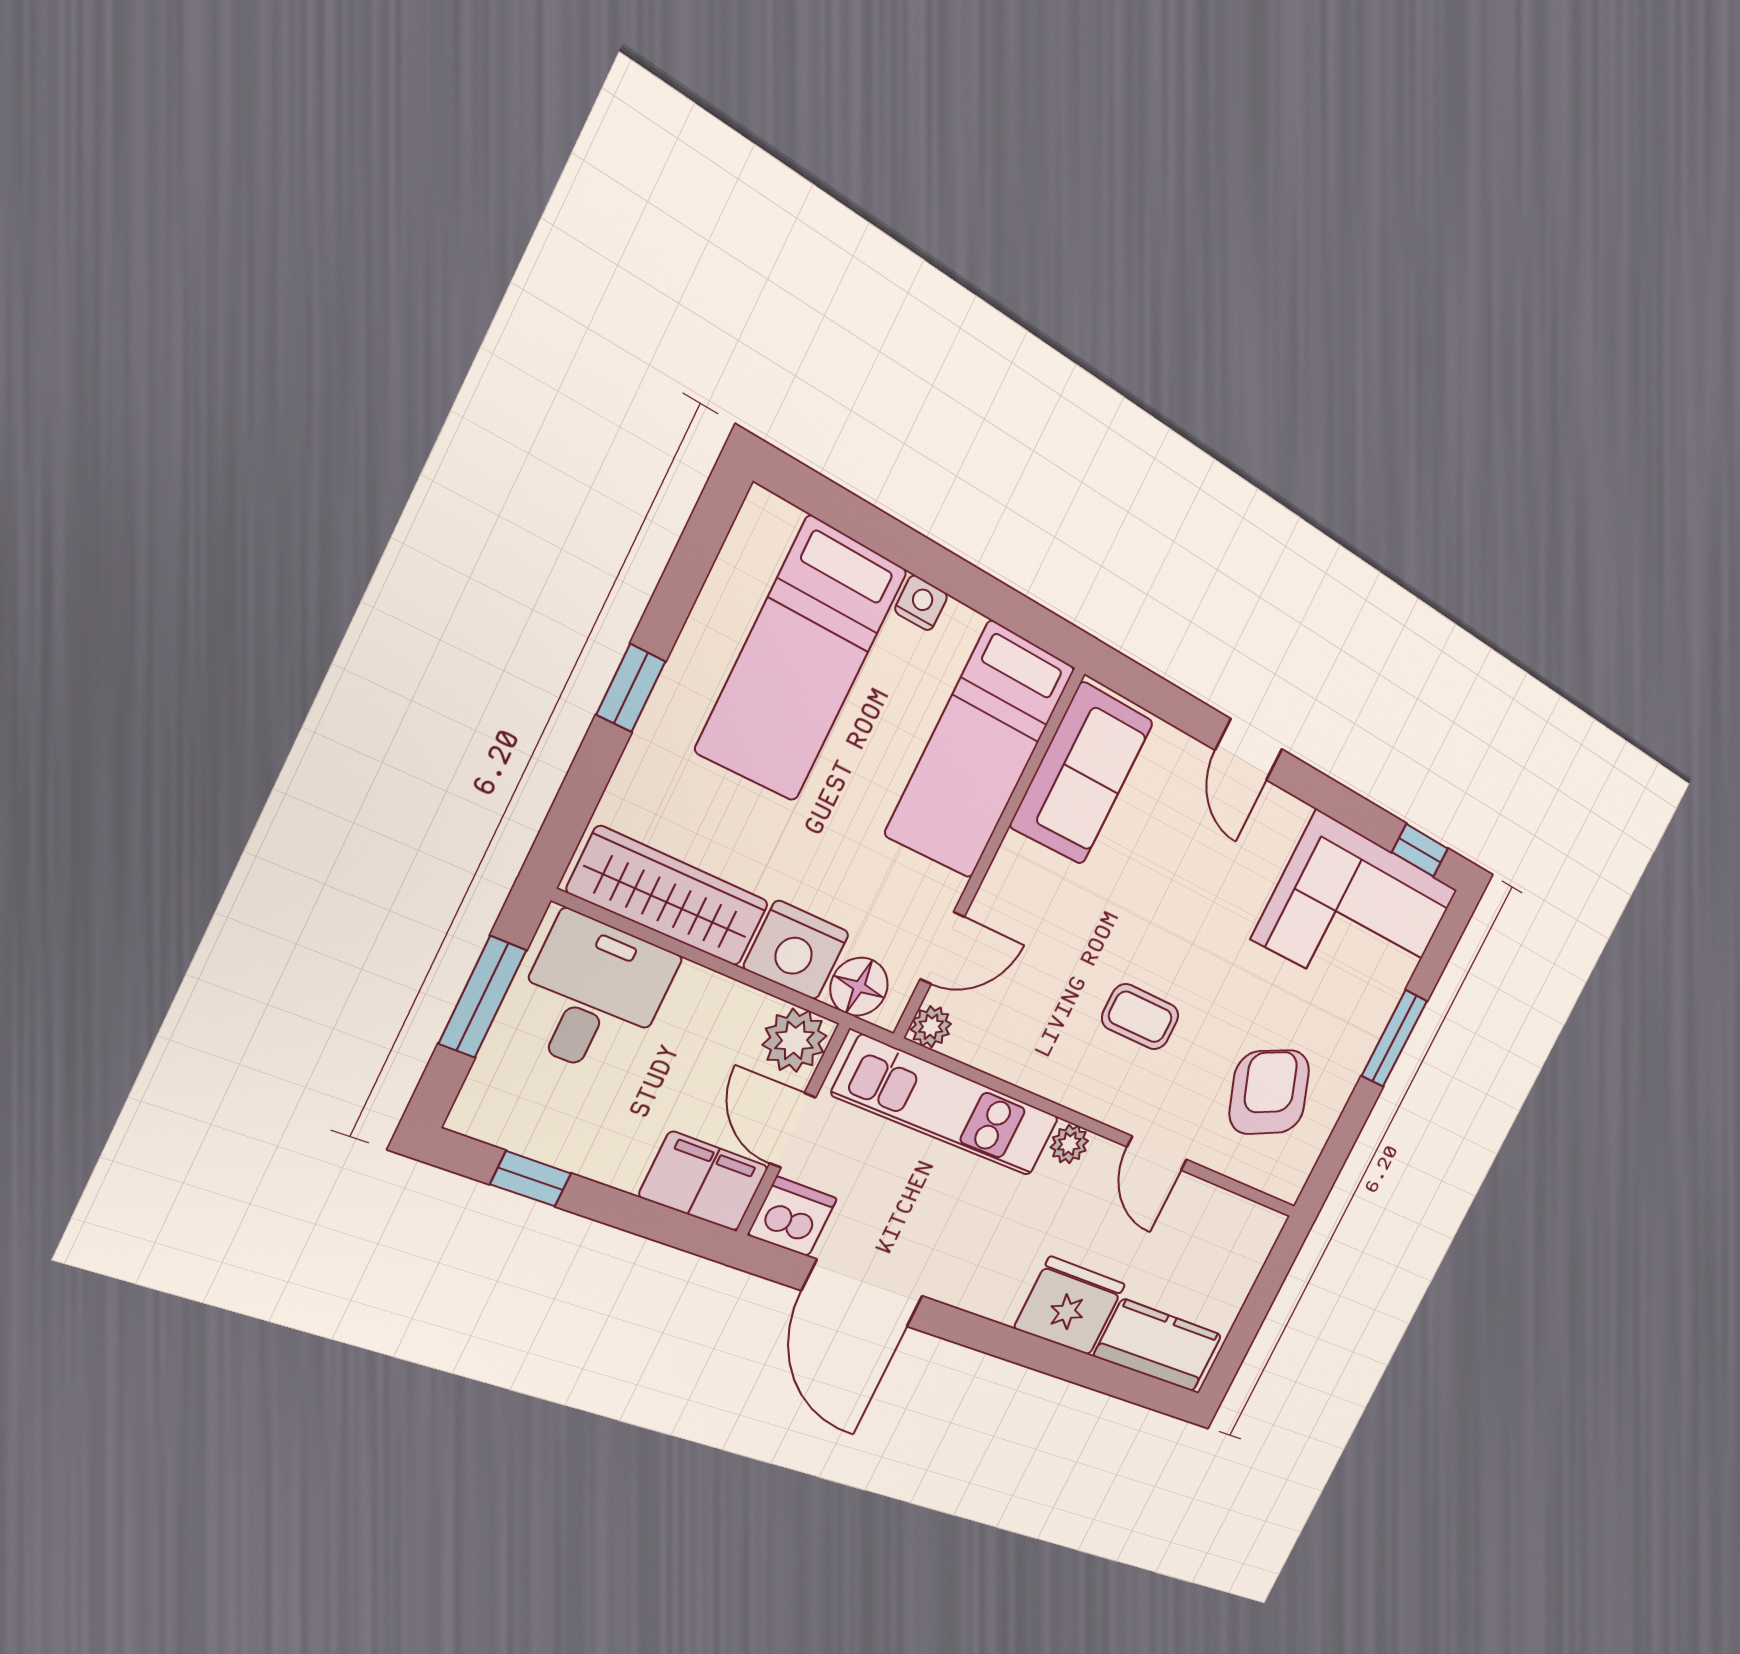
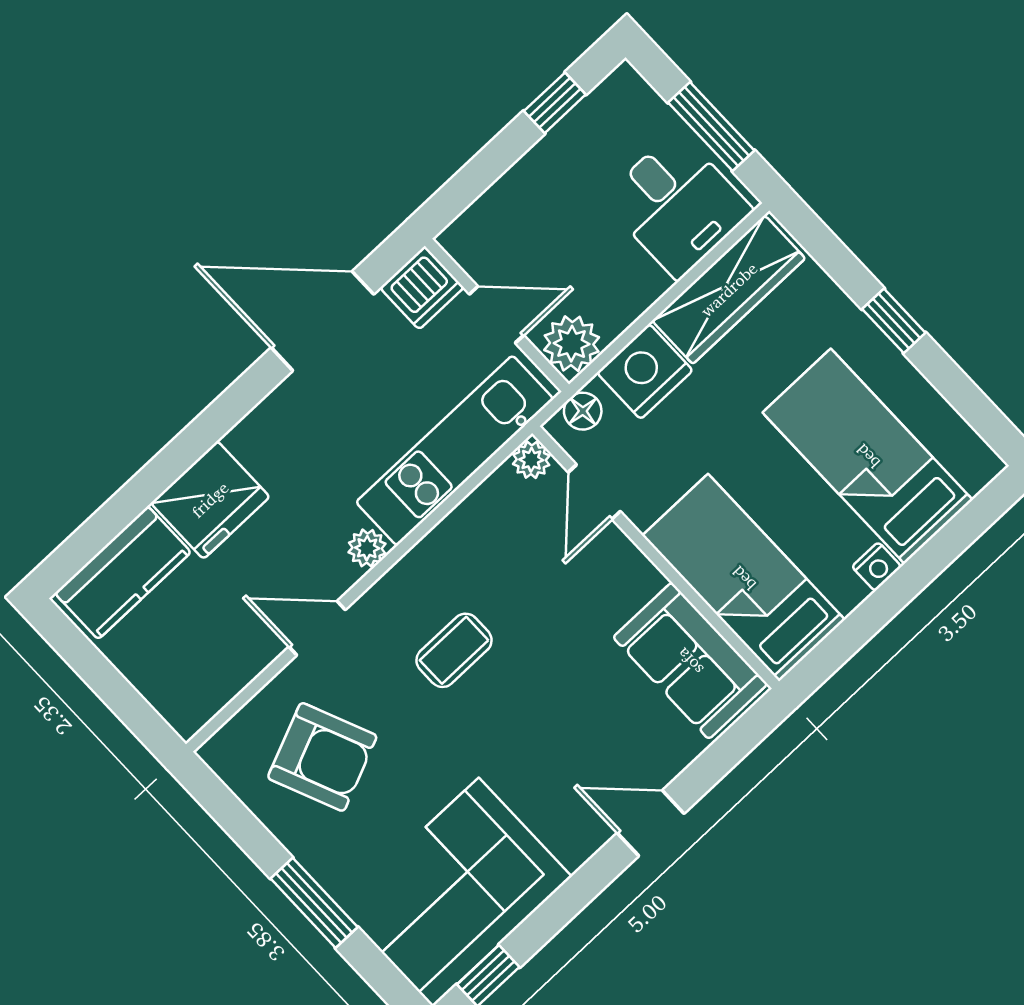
floor lamp: (859, 987) -> (583, 411), width x0.73, depth x0.73
filing cabinet: (704, 1181) -> (488, 229), removed

